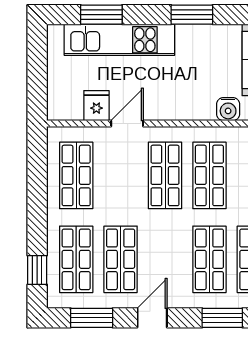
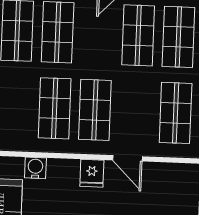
fridge: (96, 106) -> (92, 173), moved
door: (127, 124) -> (127, 158), hinge flipped

